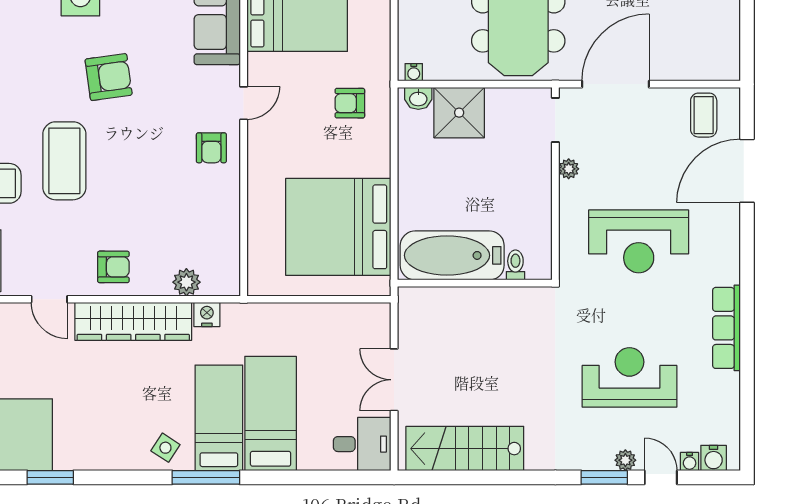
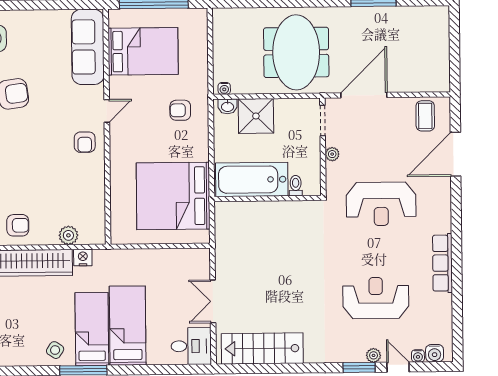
bathtub: (452, 255) -> (252, 180), moved
toilet: (515, 265) -> (296, 186), moved
wall: (475, 283) -> (268, 199), moved

